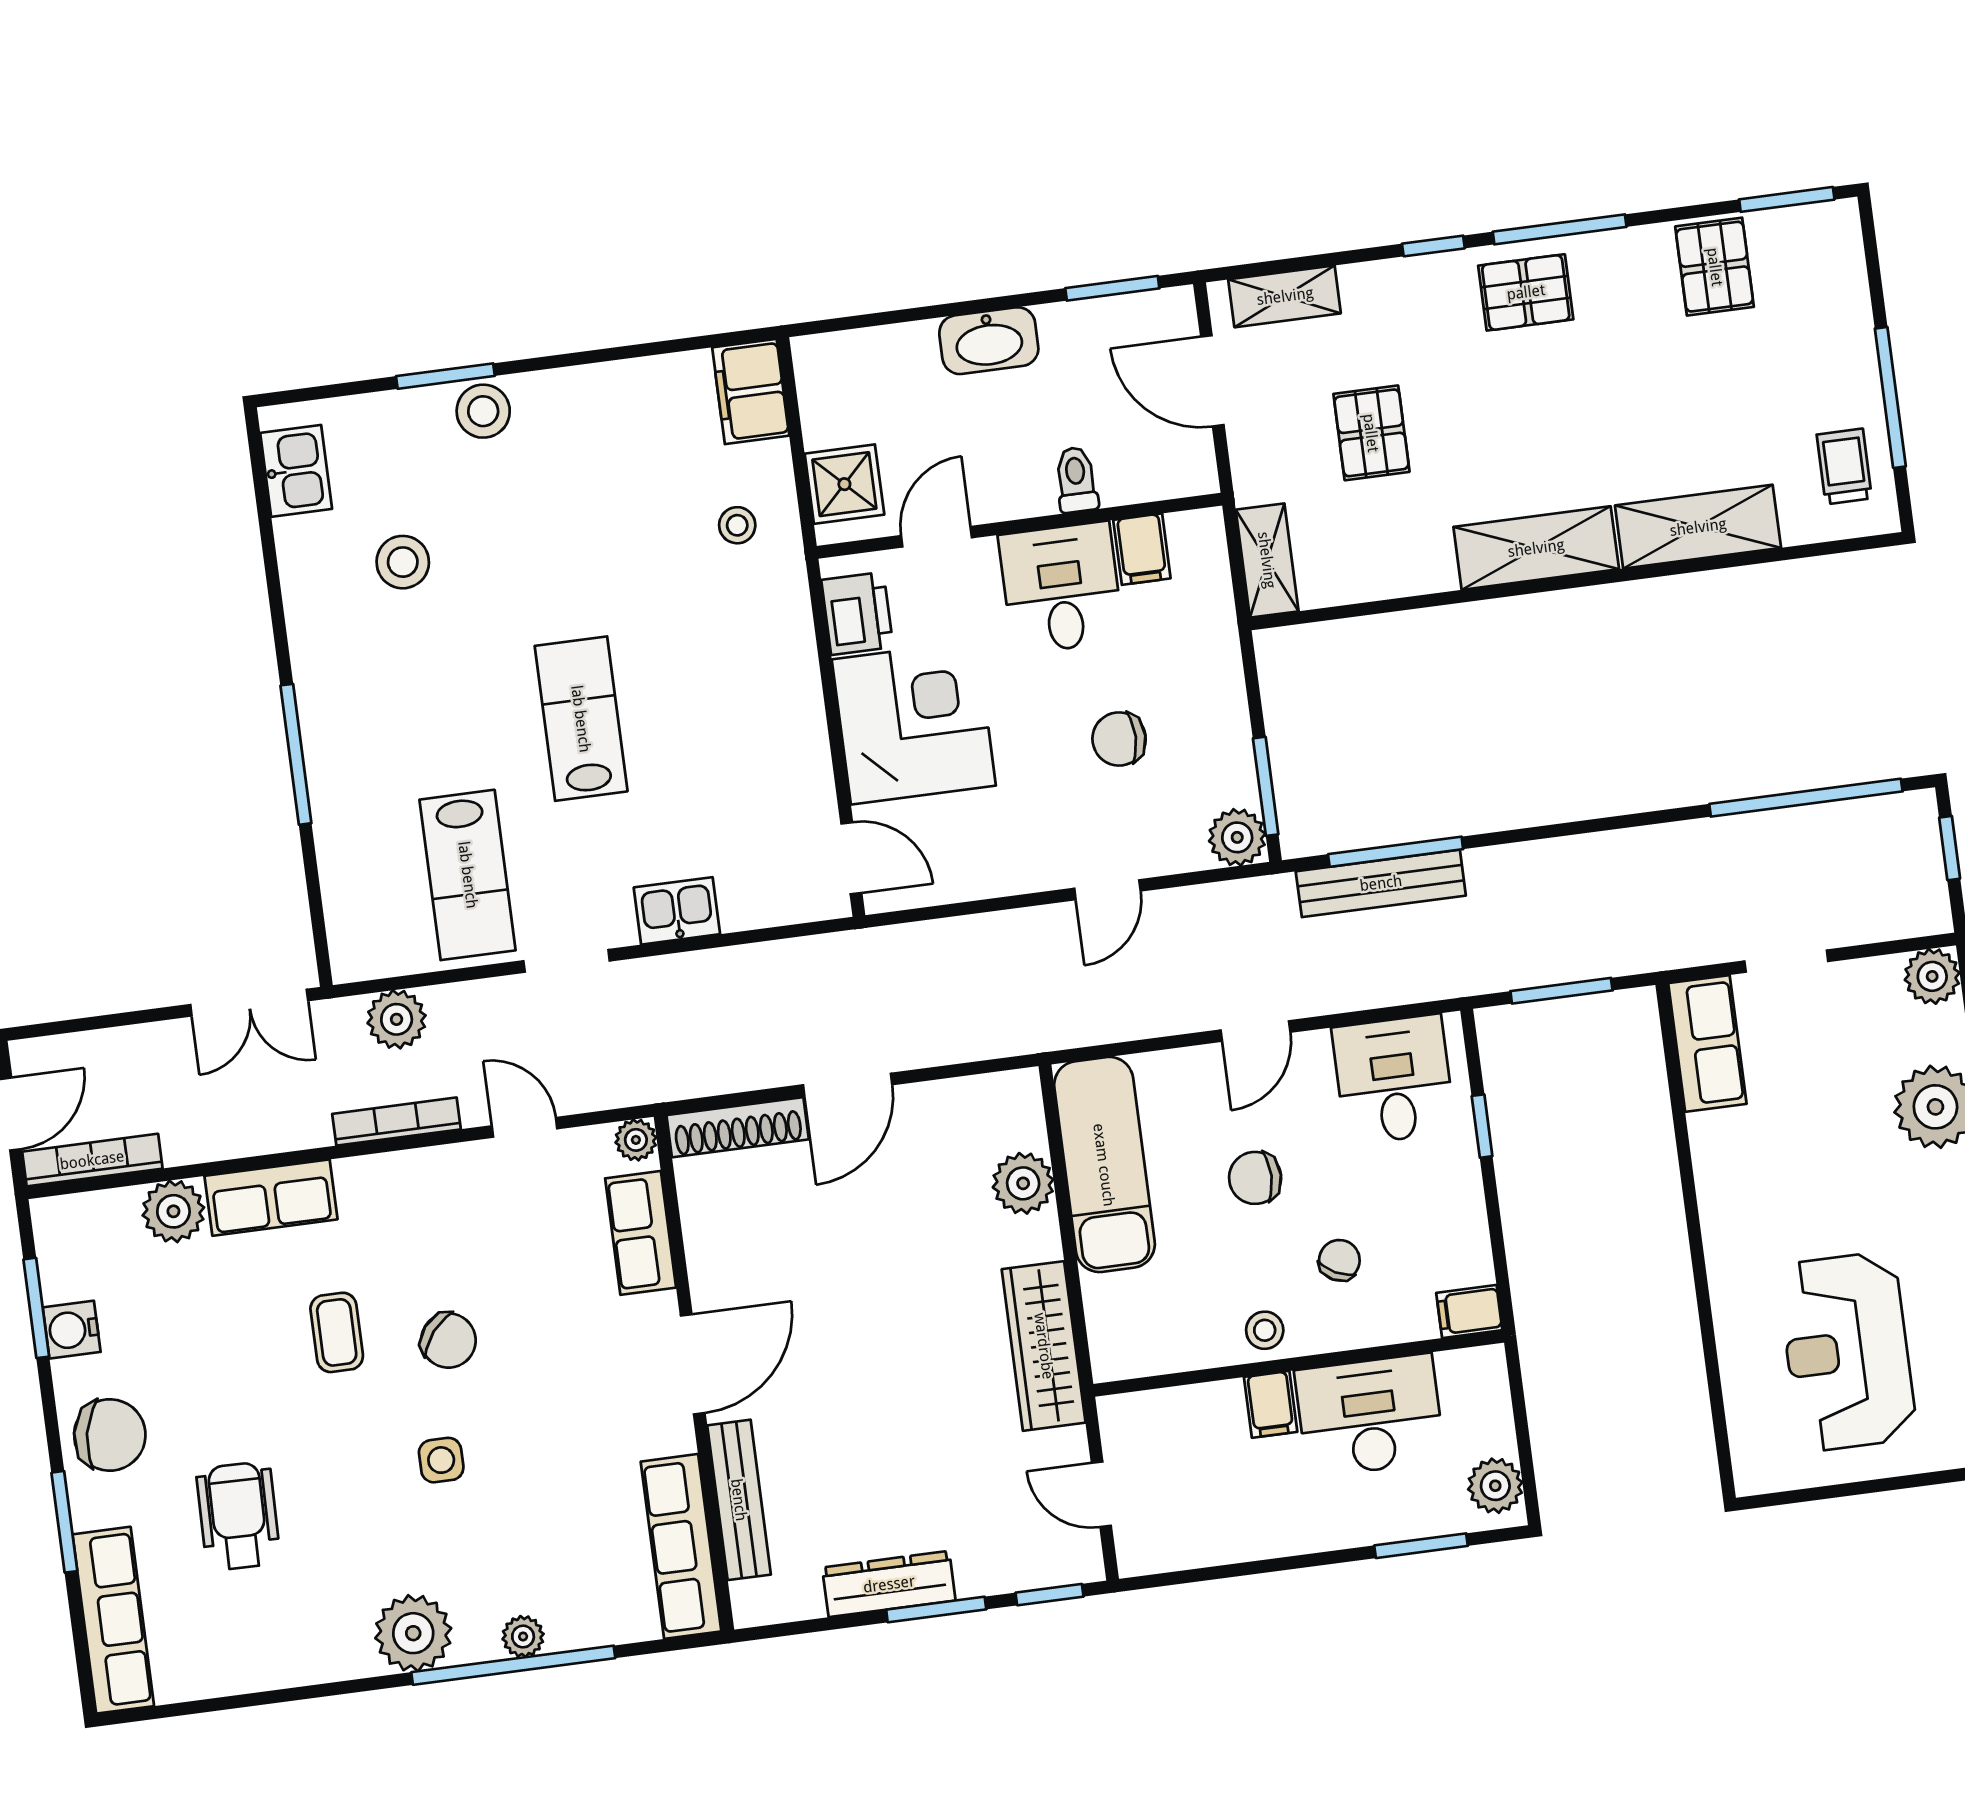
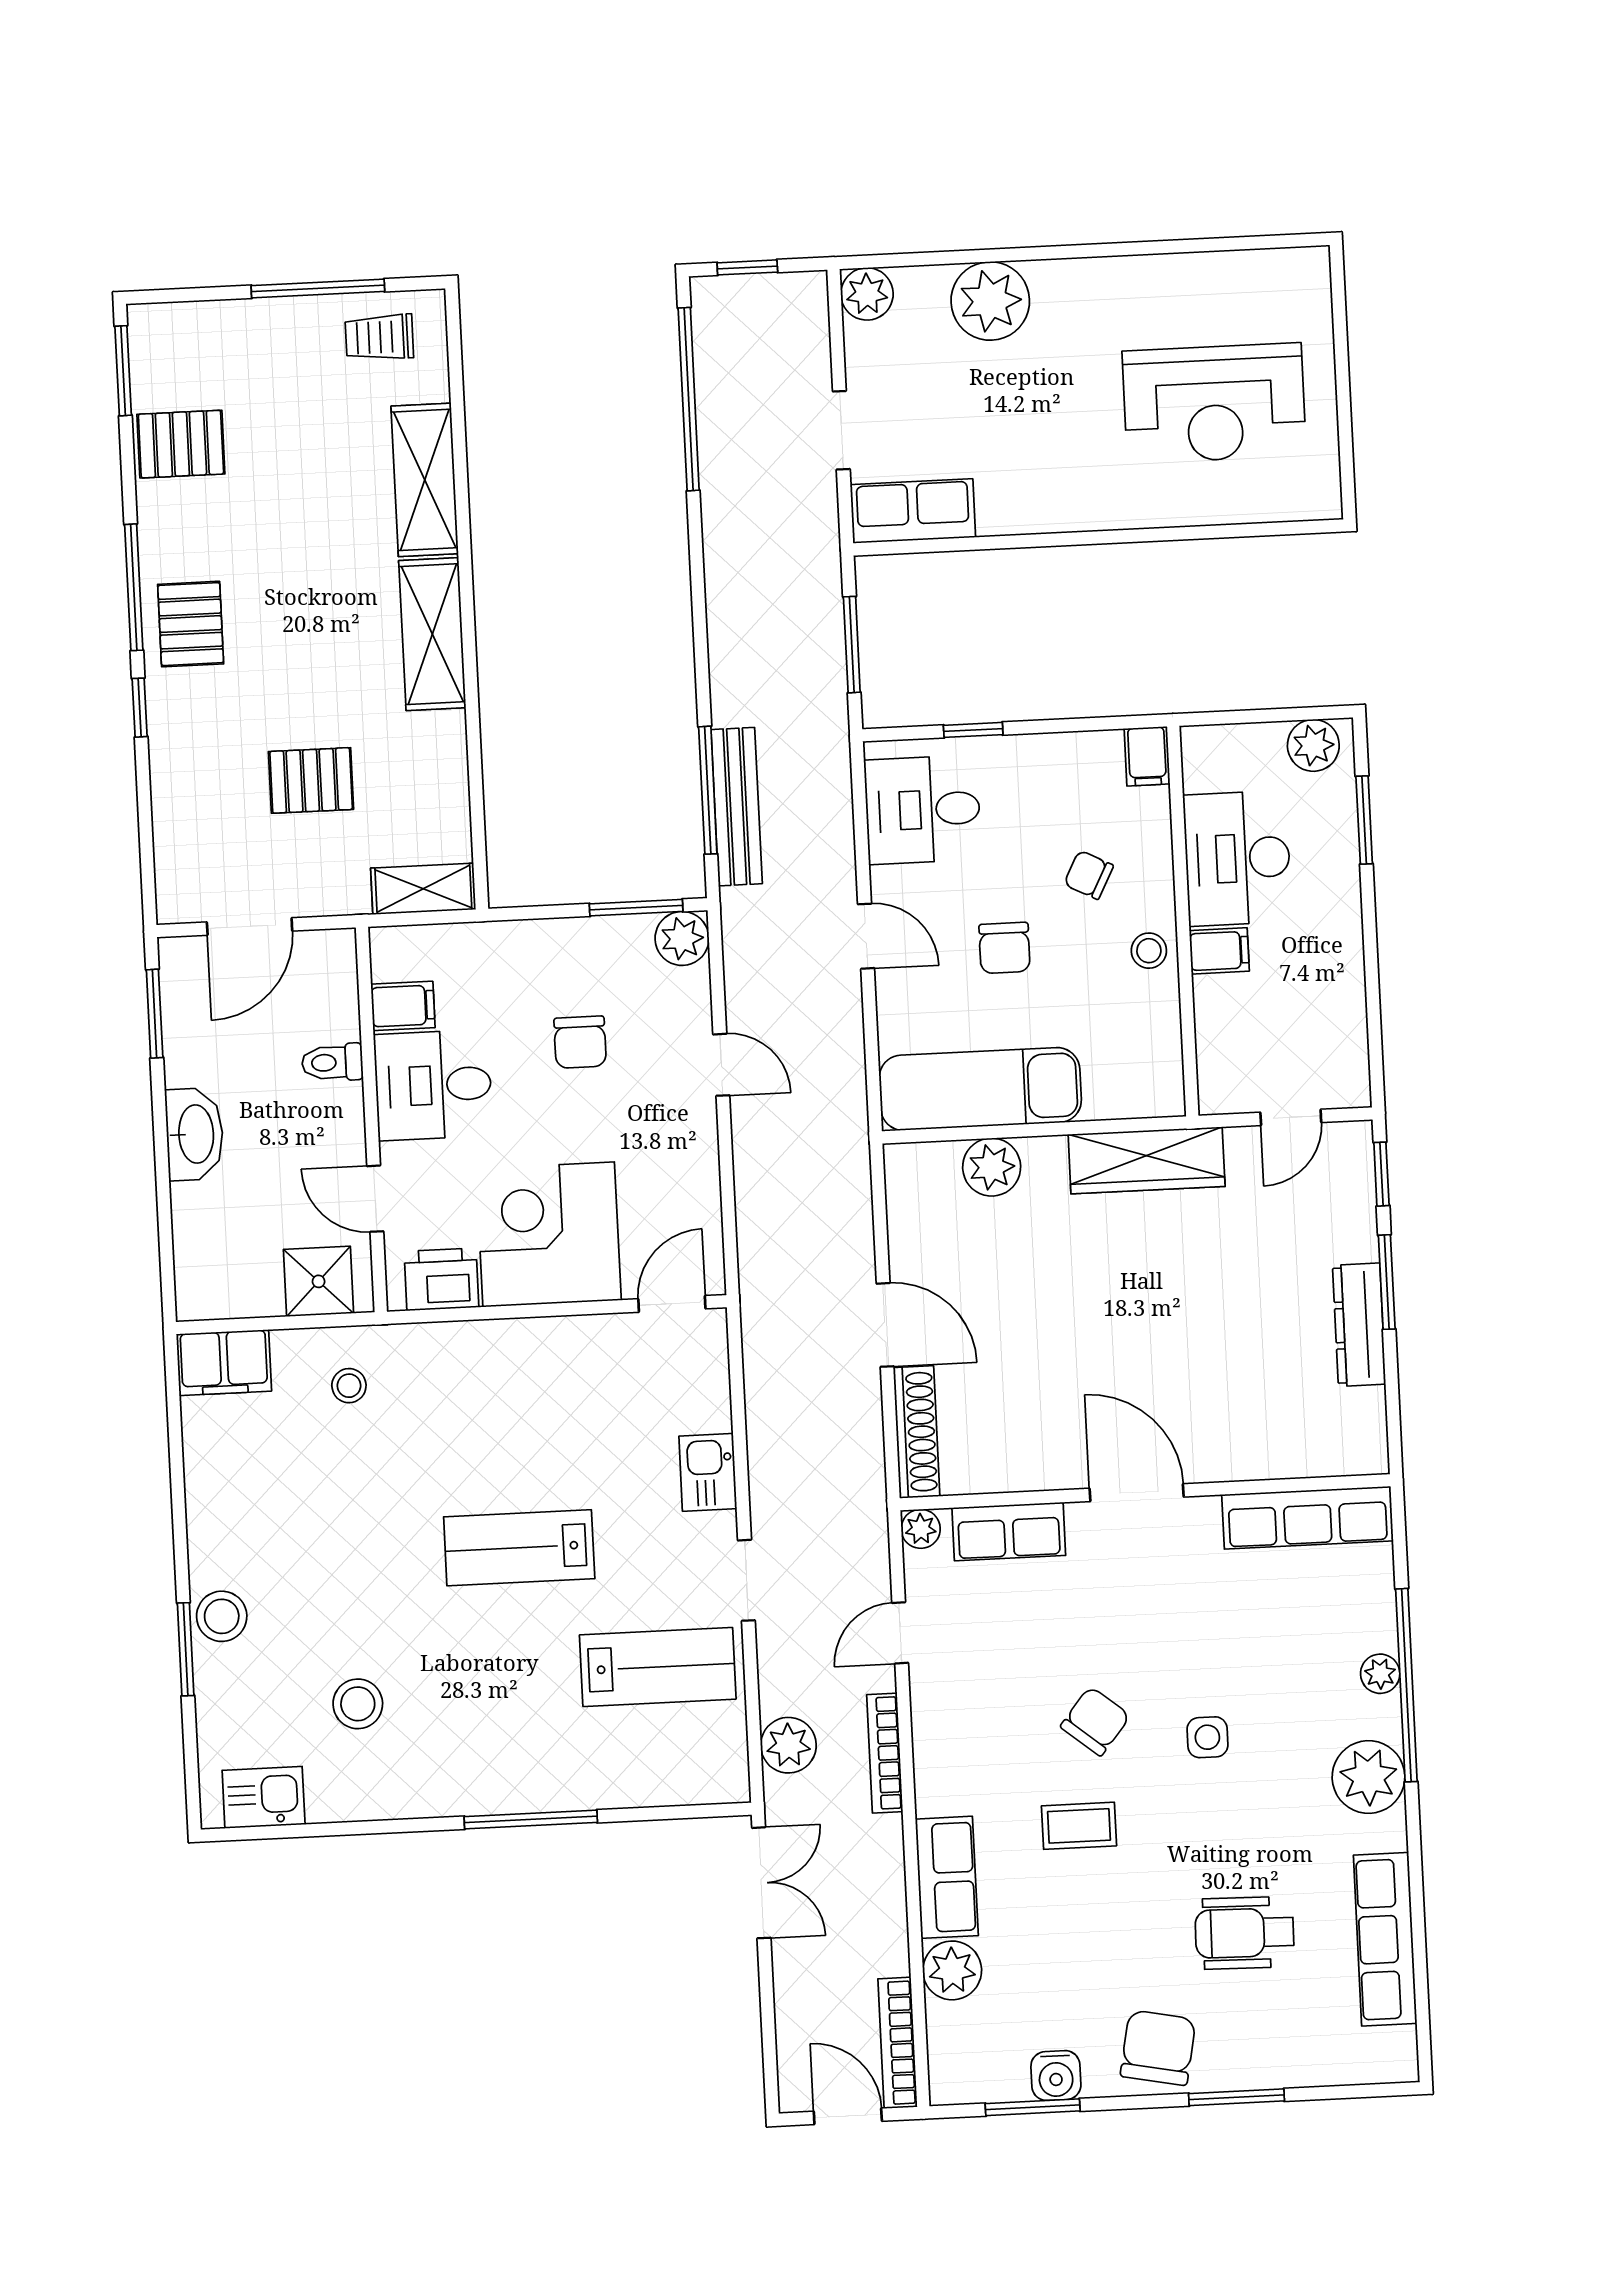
shelving: (1285, 296) -> (176, 852), removed
bench: (739, 1500) -> (1268, 1459), removed
row of seats: (113, 1620) -> (1385, 1939), moved, turned -90

